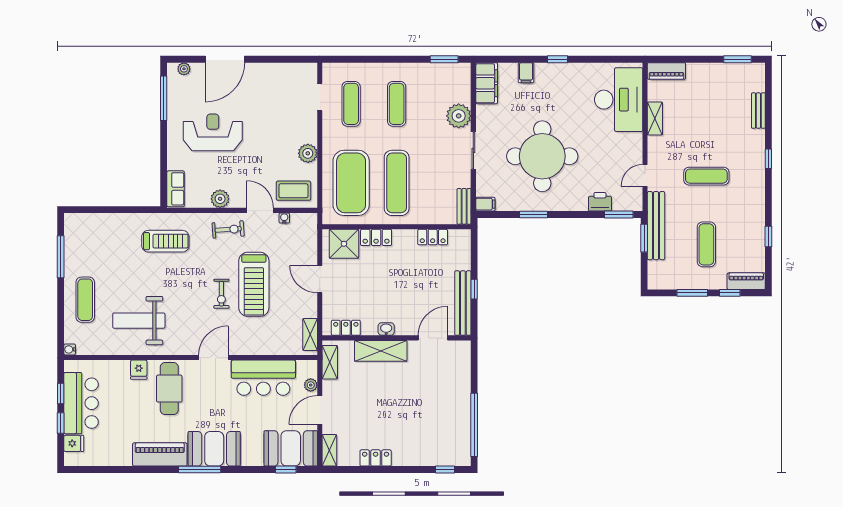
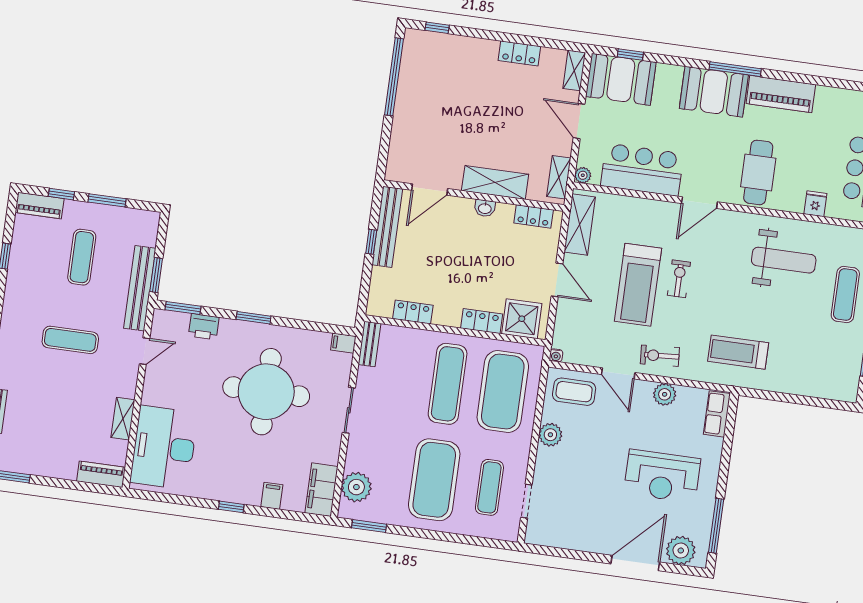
plant: (184, 69) -> (681, 551), width x1.88, depth x1.88
exercise mat: (397, 104) -> (434, 480), width x2.00, depth x1.45
plant: (459, 116) -> (356, 487), moved
window: (533, 215) -> (254, 318), moved
water cooler: (284, 218) -> (556, 355), moved
treadmill: (254, 284) -> (638, 285), turned 180
shelving: (310, 334) -> (580, 225), width x1.50, depth x1.33
fridge: (139, 370) -> (815, 204), moved
plant: (311, 385) -> (583, 175), moved
door: (320, 410) -> (579, 121), swing flipped

